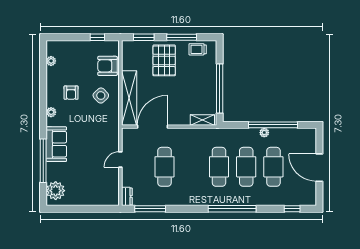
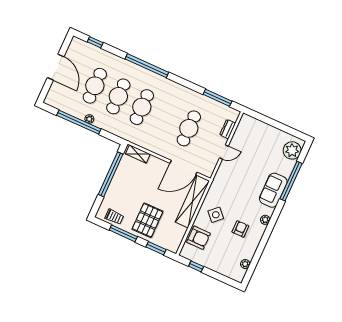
dresser: (127, 196) -> (228, 129), moved

